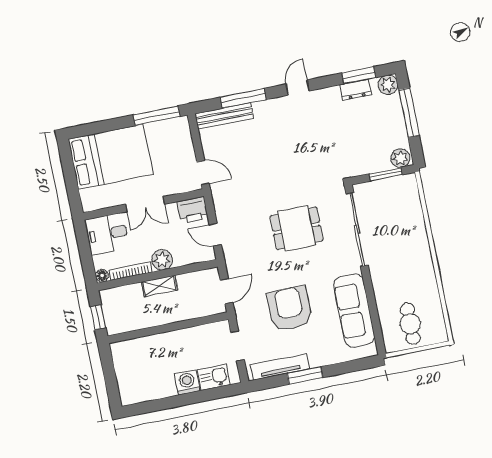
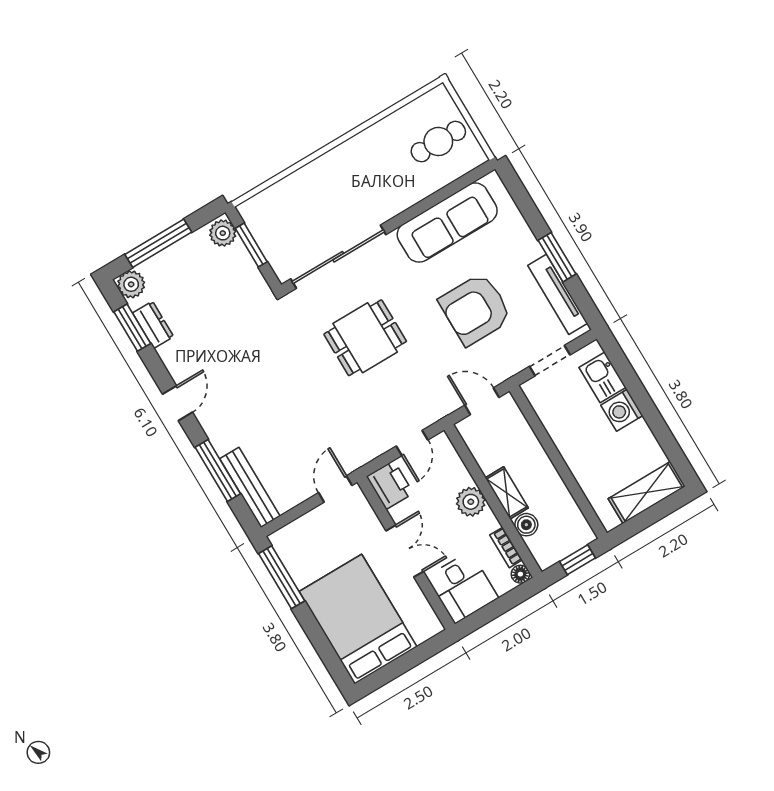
door: (298, 87) -> (177, 403), swing flipped
dining table: (297, 228) -> (365, 338), turned 90
bookcase: (131, 271) -> (506, 547), width x0.64
boiler: (134, 291) -> (526, 525), added
shelving: (126, 379) -> (647, 493), added

